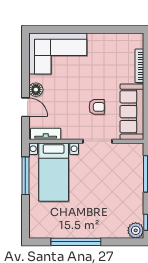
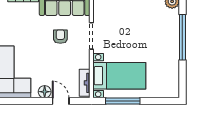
door: (25, 107) -> (61, 101), hinge flipped
window: (76, 242) -> (182, 37), moved

